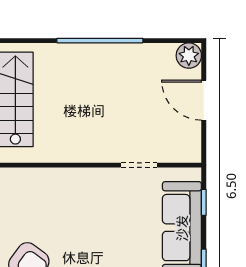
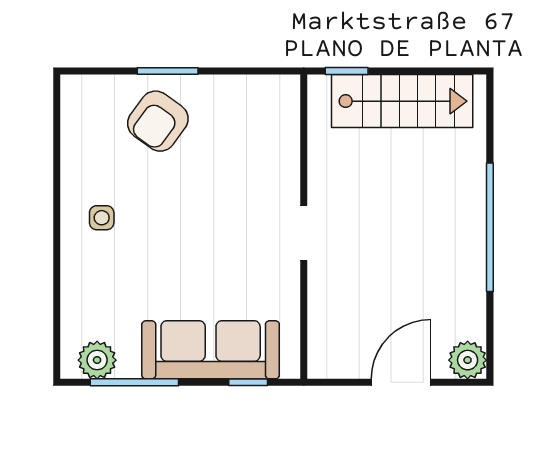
doorway: (139, 165) -> (304, 233), moved

